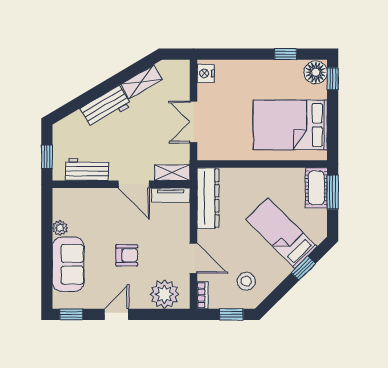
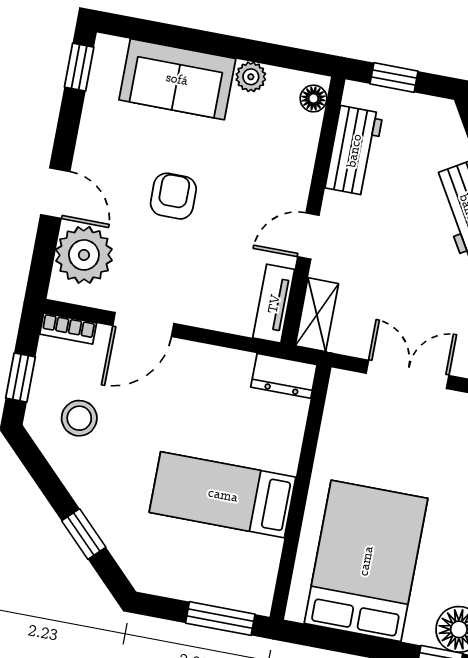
door: (134, 184) -> (308, 236), width x0.73
cot: (316, 188) -> (235, 588), removed
floor lamp: (65, 195) -> (313, 98), added
dresser: (208, 198) -> (284, 376), width x0.51, depth x0.80
bed: (281, 233) -> (223, 495), moved, turned -135
armchair: (127, 255) -> (173, 196), turned 180
door: (117, 314) -> (55, 193), moved

